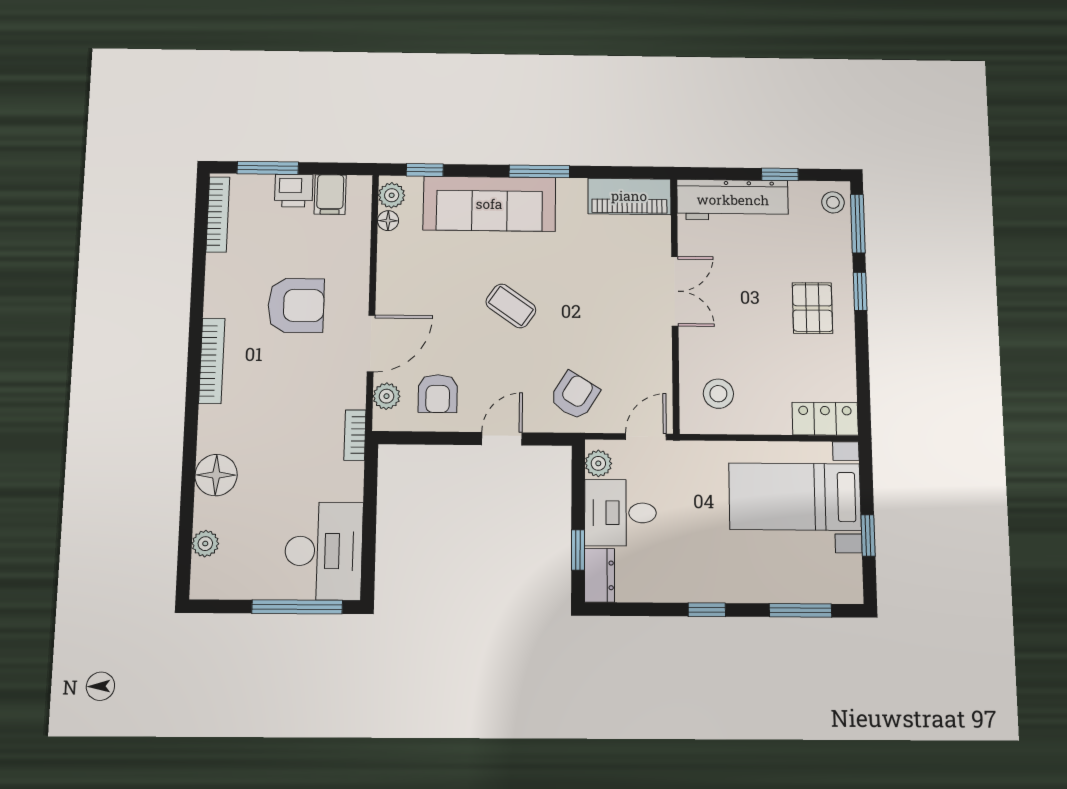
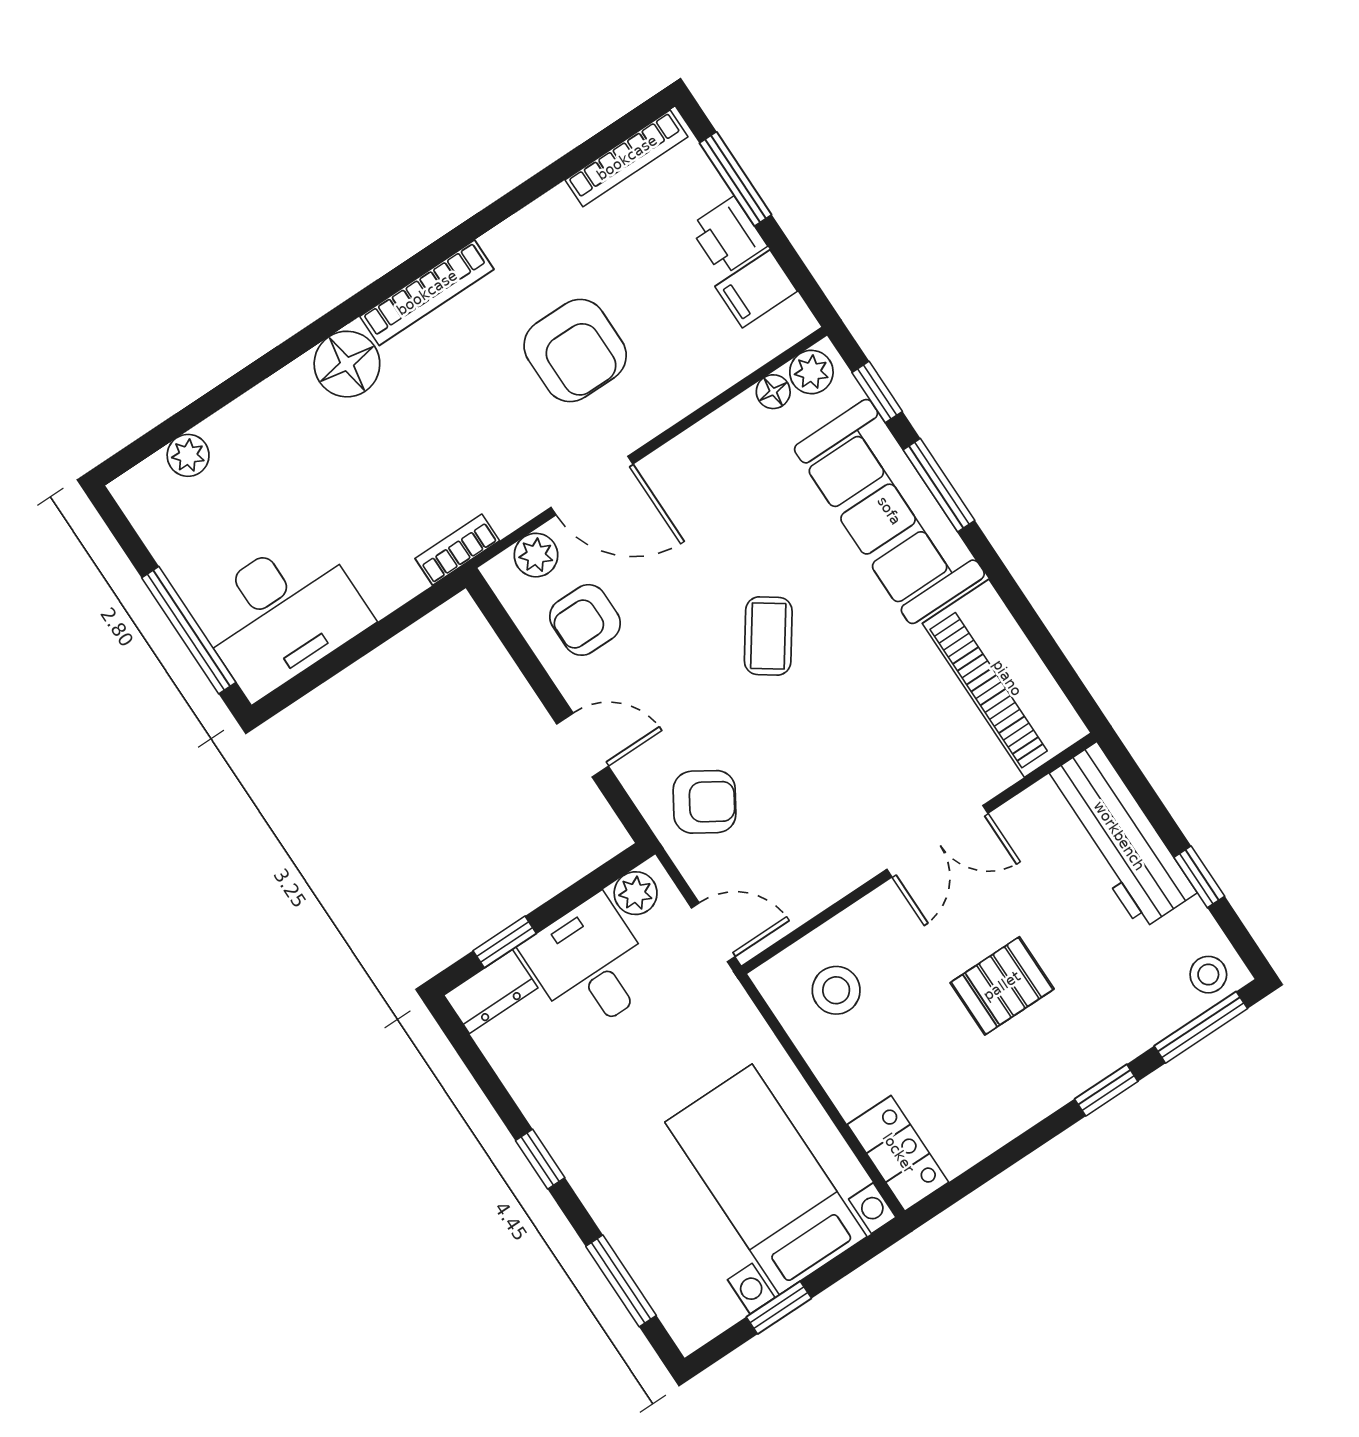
window: (539, 171) -> (939, 485), moved
piano: (629, 196) -> (1007, 678), width x1.37, depth x1.33
pallet: (812, 308) -> (1002, 986), moved
floor lamp: (216, 475) -> (347, 364), moved

